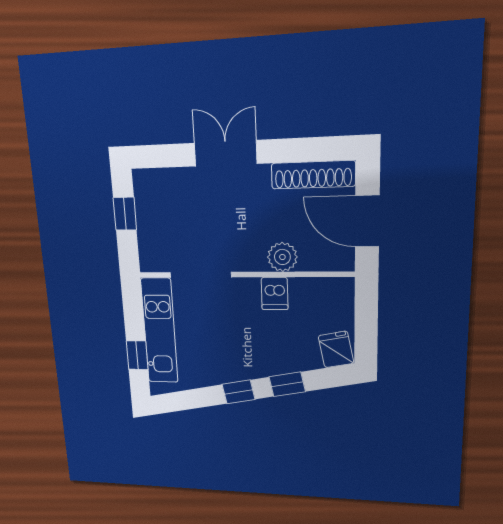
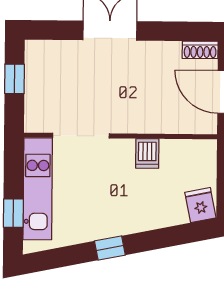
shoe rack: (313, 175) -> (200, 50), width x0.51, depth x0.81
plant: (282, 257) -> (155, 121), removed
window: (287, 384) -> (156, 239), removed

